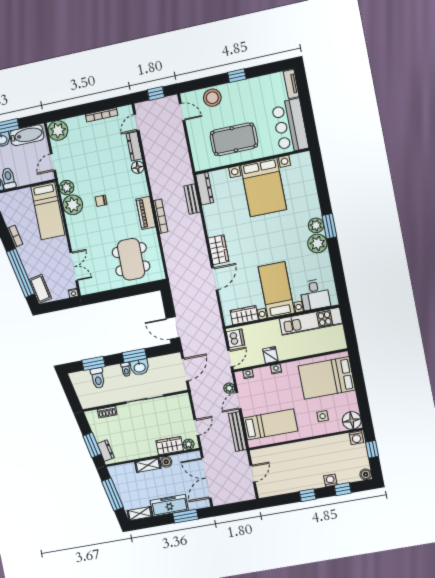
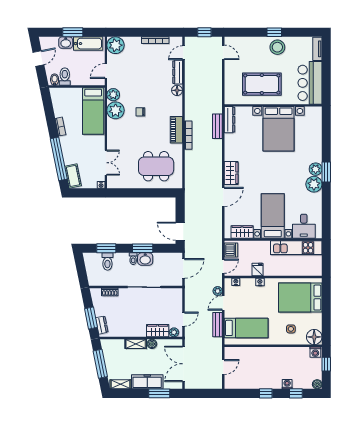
stool: (212, 98) -> (277, 47), moved
dining table: (131, 259) -> (156, 166), turned 90
bench: (238, 432) -> (217, 325), width x0.73

